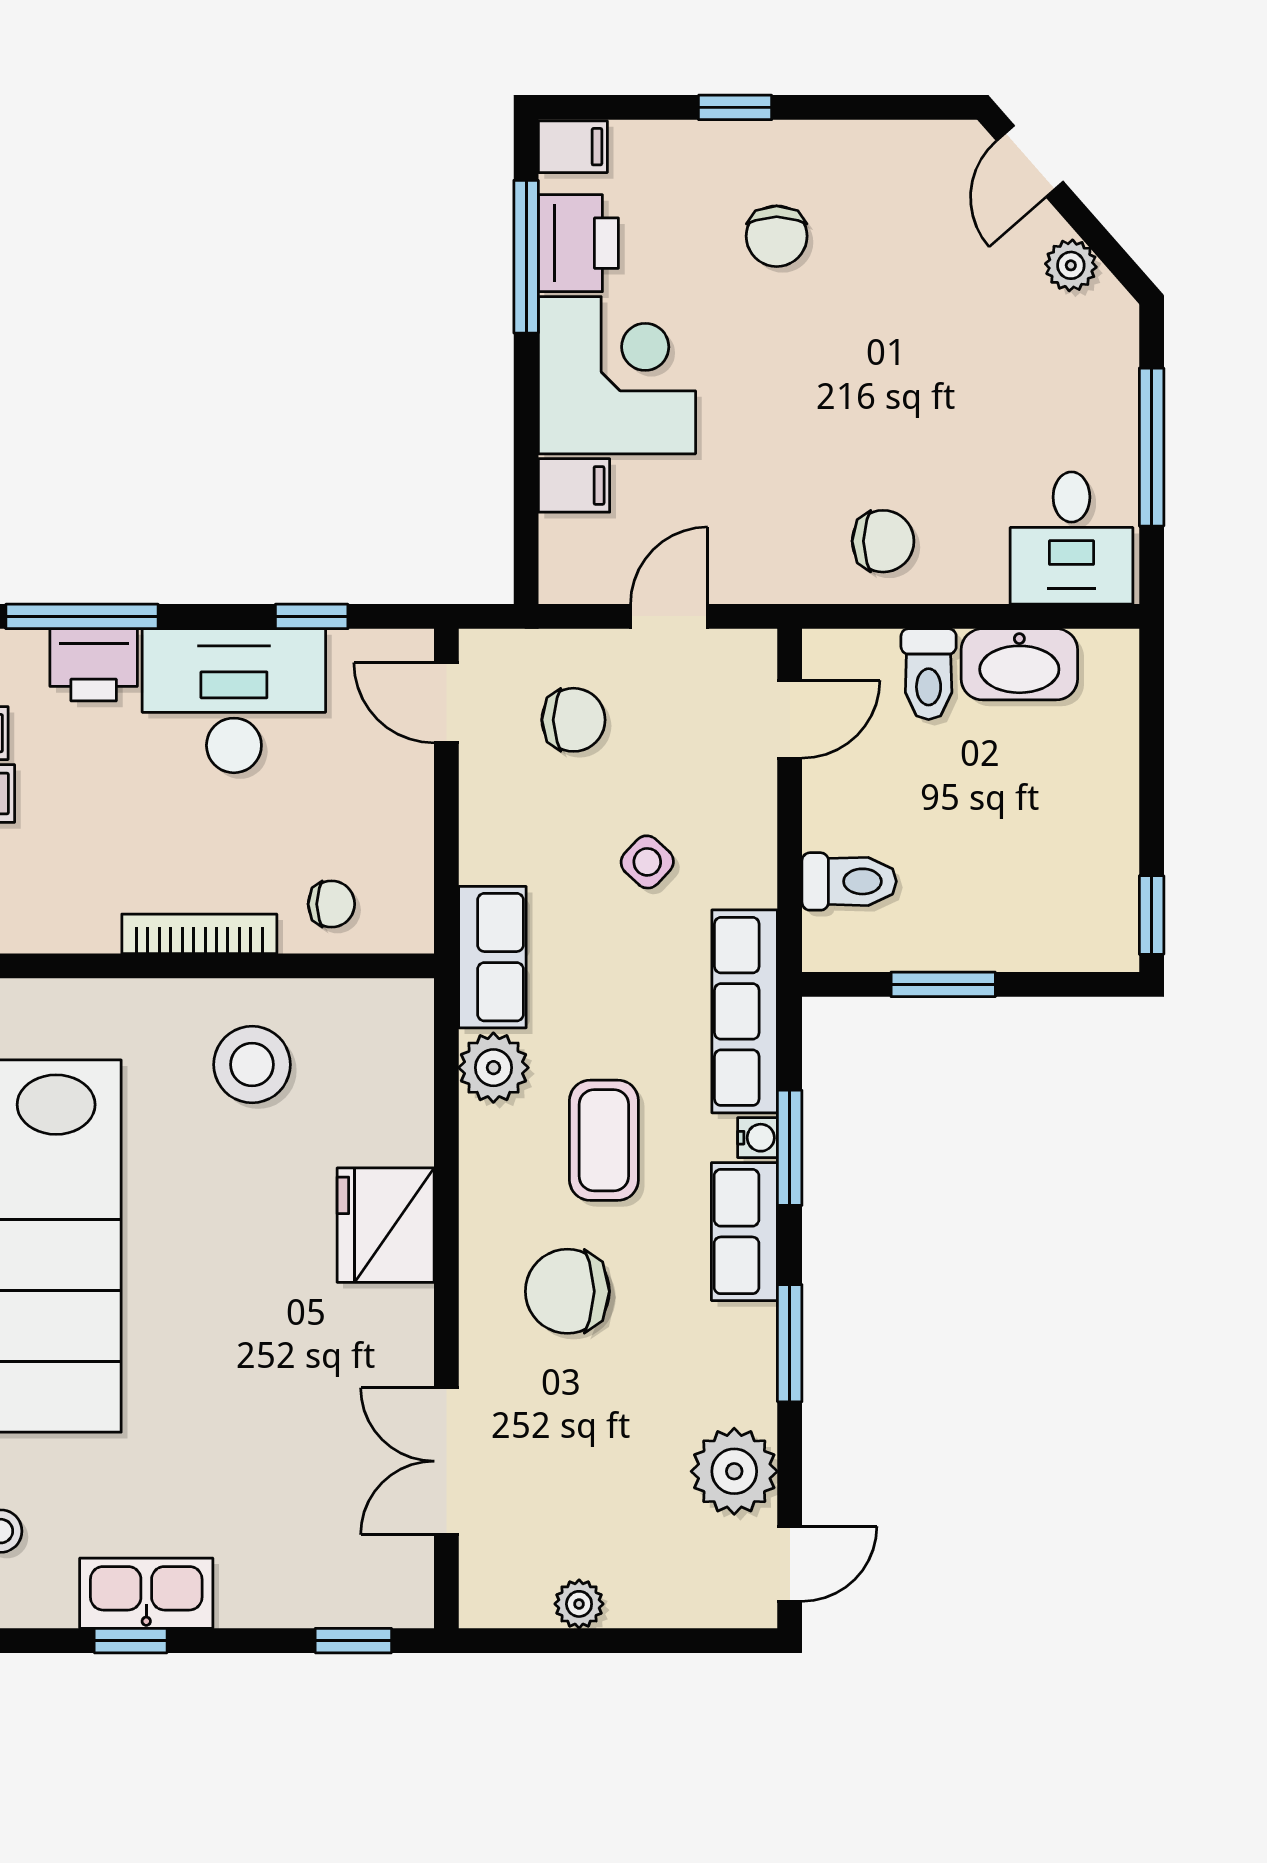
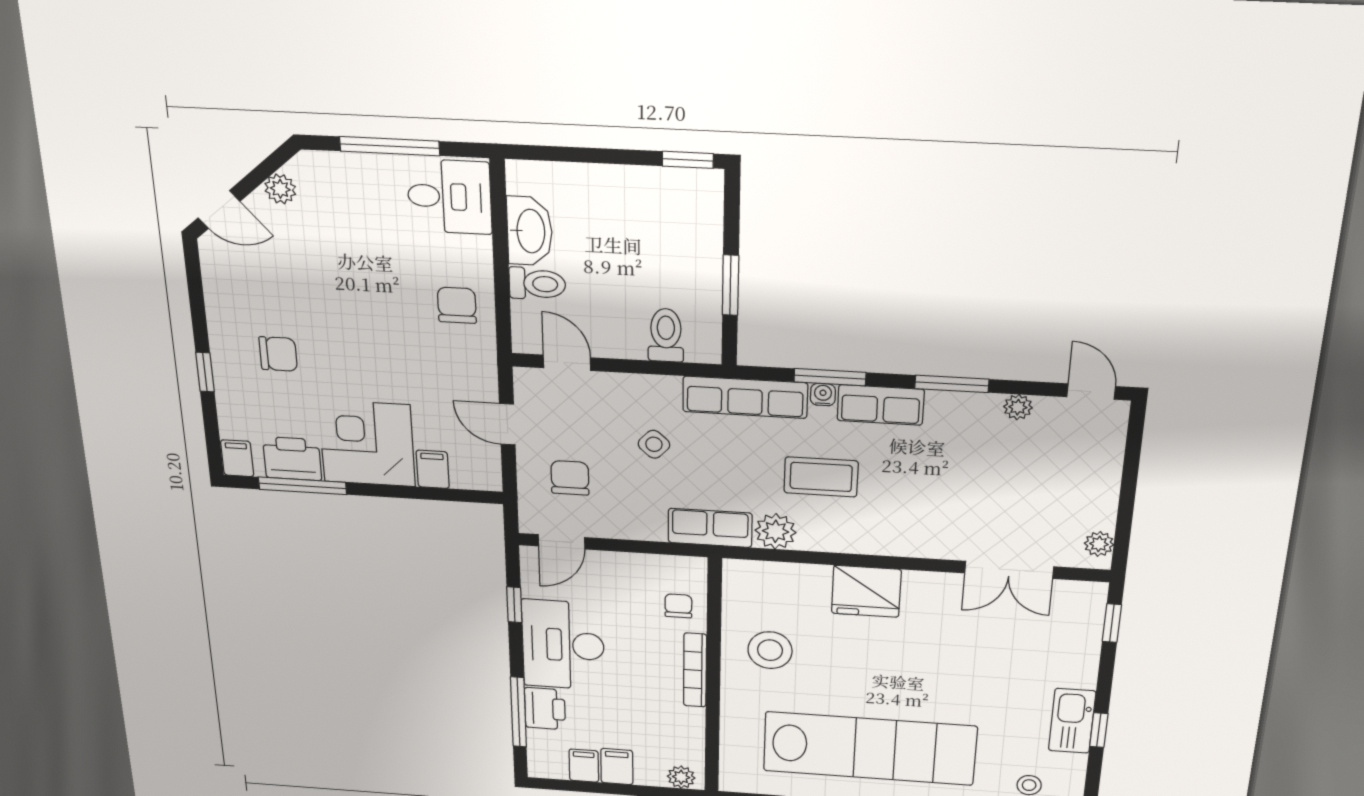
chair: (567, 1291) -> (911, 501), removed
plant: (734, 1471) -> (1018, 407), width x0.53, depth x0.53
plant: (579, 1604) -> (1099, 544), moved

